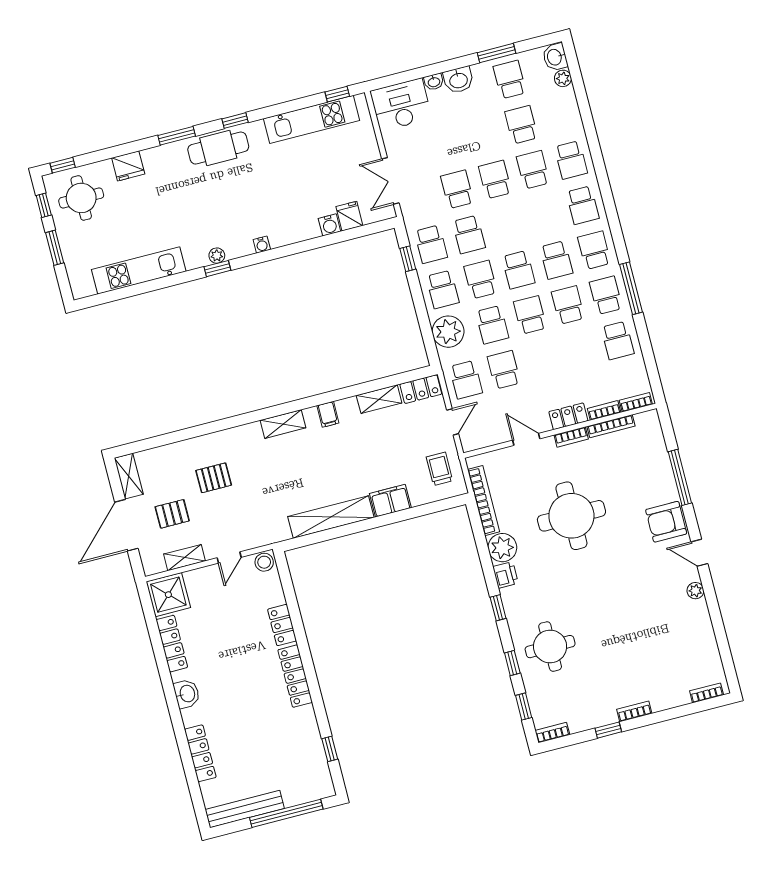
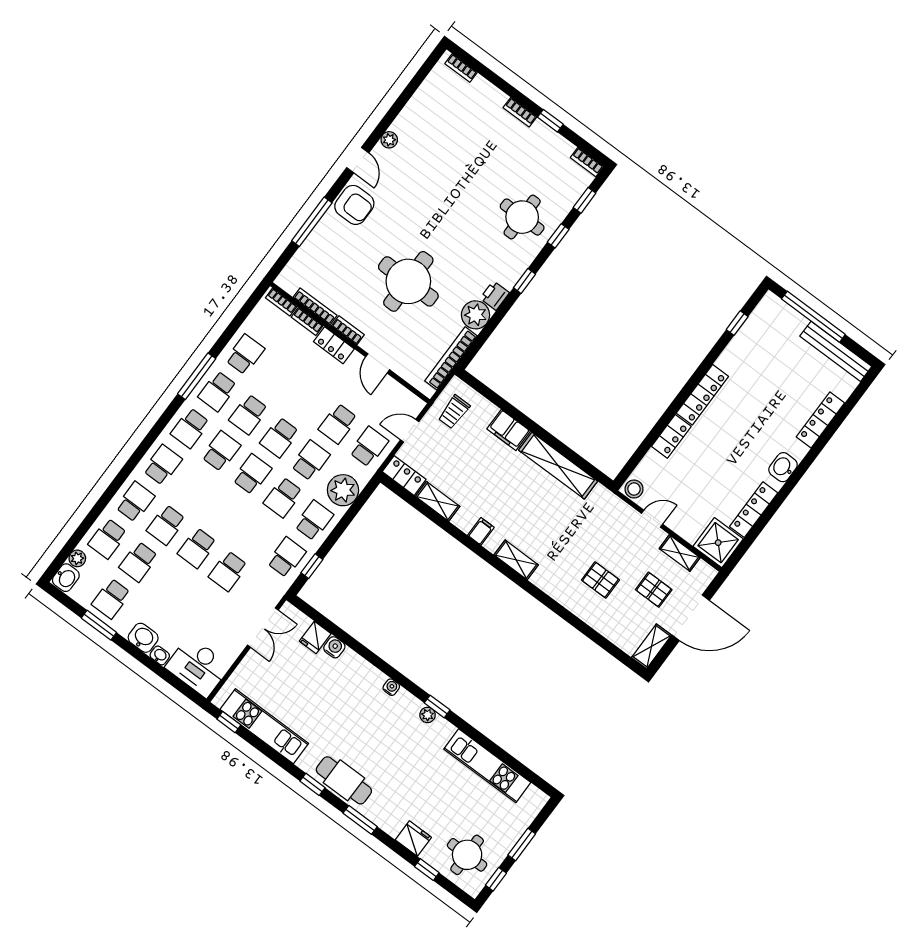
window: (63, 165) -> (427, 870), moved
school desk: (469, 235) -> (108, 539), moved, turned 180

